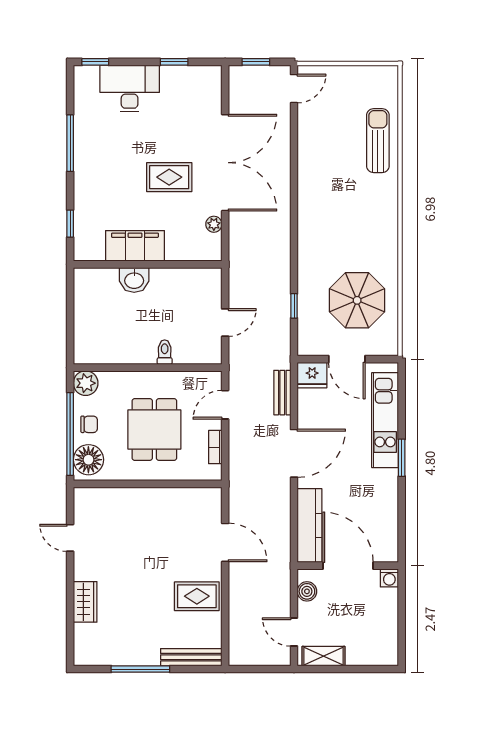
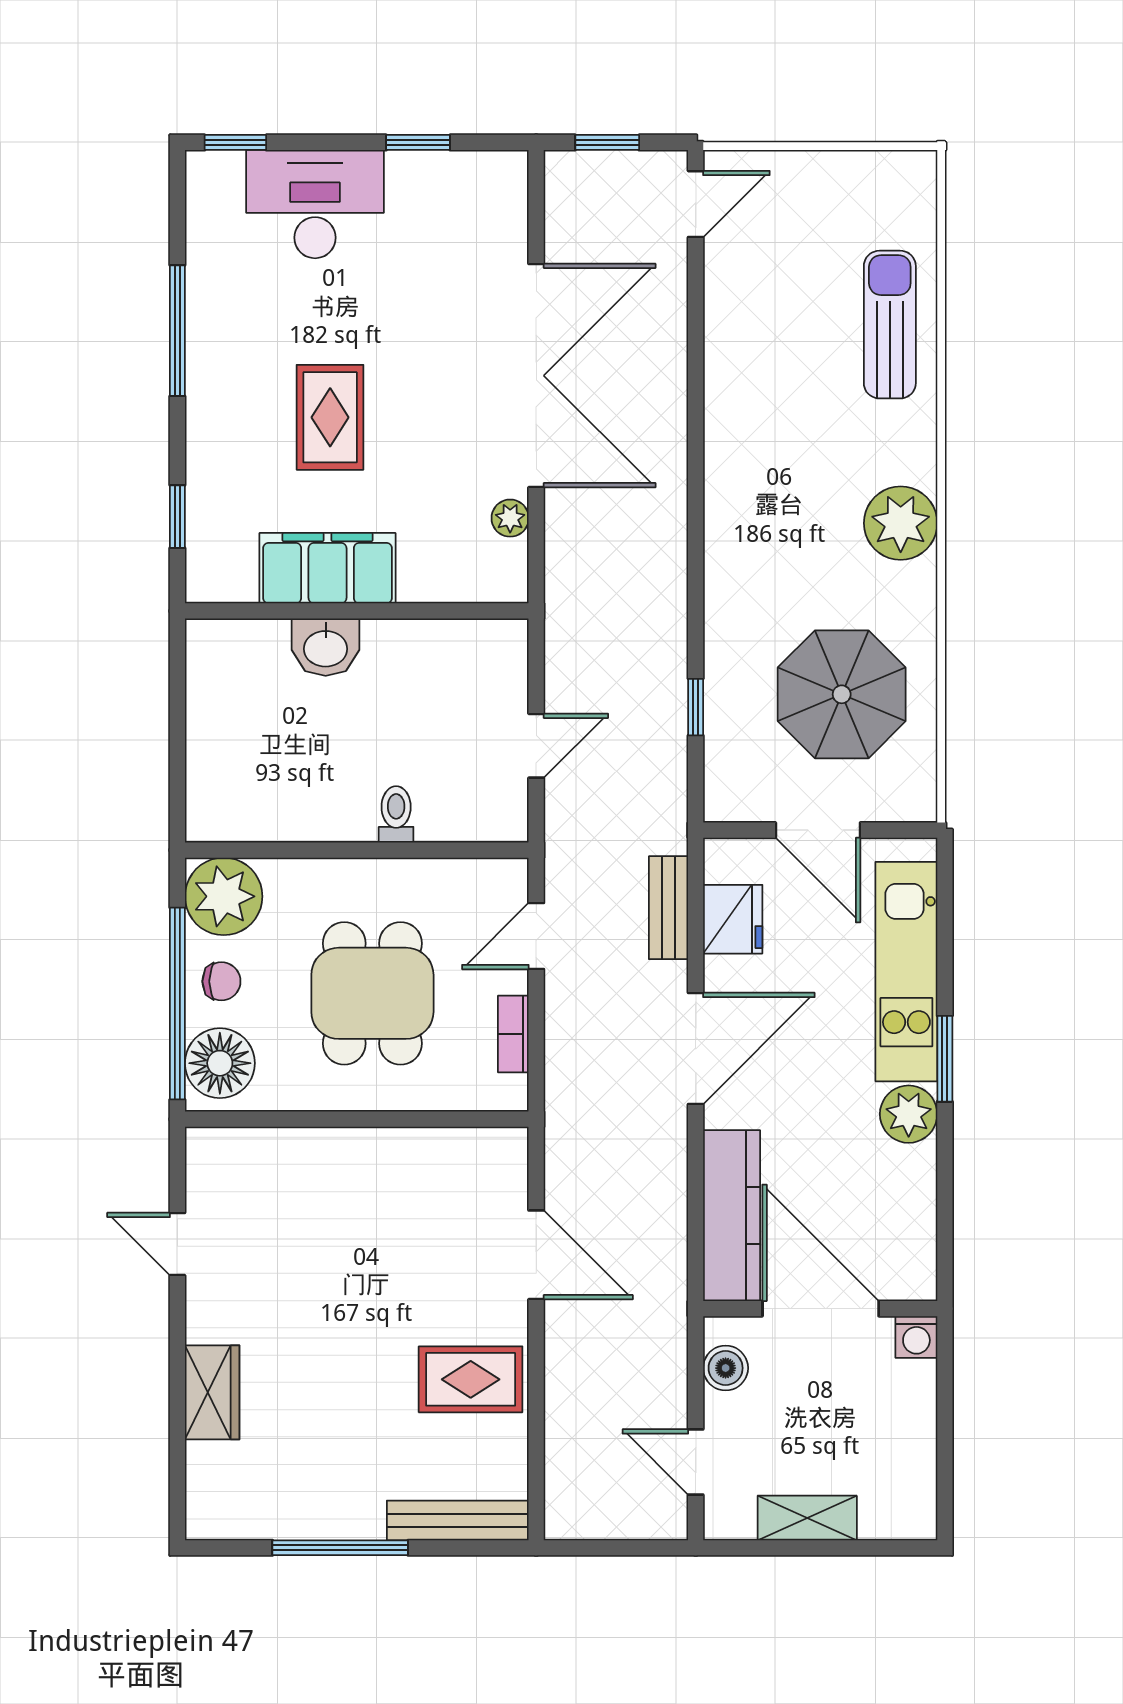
rug: (169, 177) -> (330, 417), moved, turned 90
plant: (383, 226) -> (901, 523), added
fridge: (312, 375) -> (733, 919), moved, turned -90
plant: (86, 383) -> (224, 896), width x1.36, depth x1.36
plant: (386, 482) -> (909, 1114), added
shelving: (323, 656) -> (807, 1518), moved

